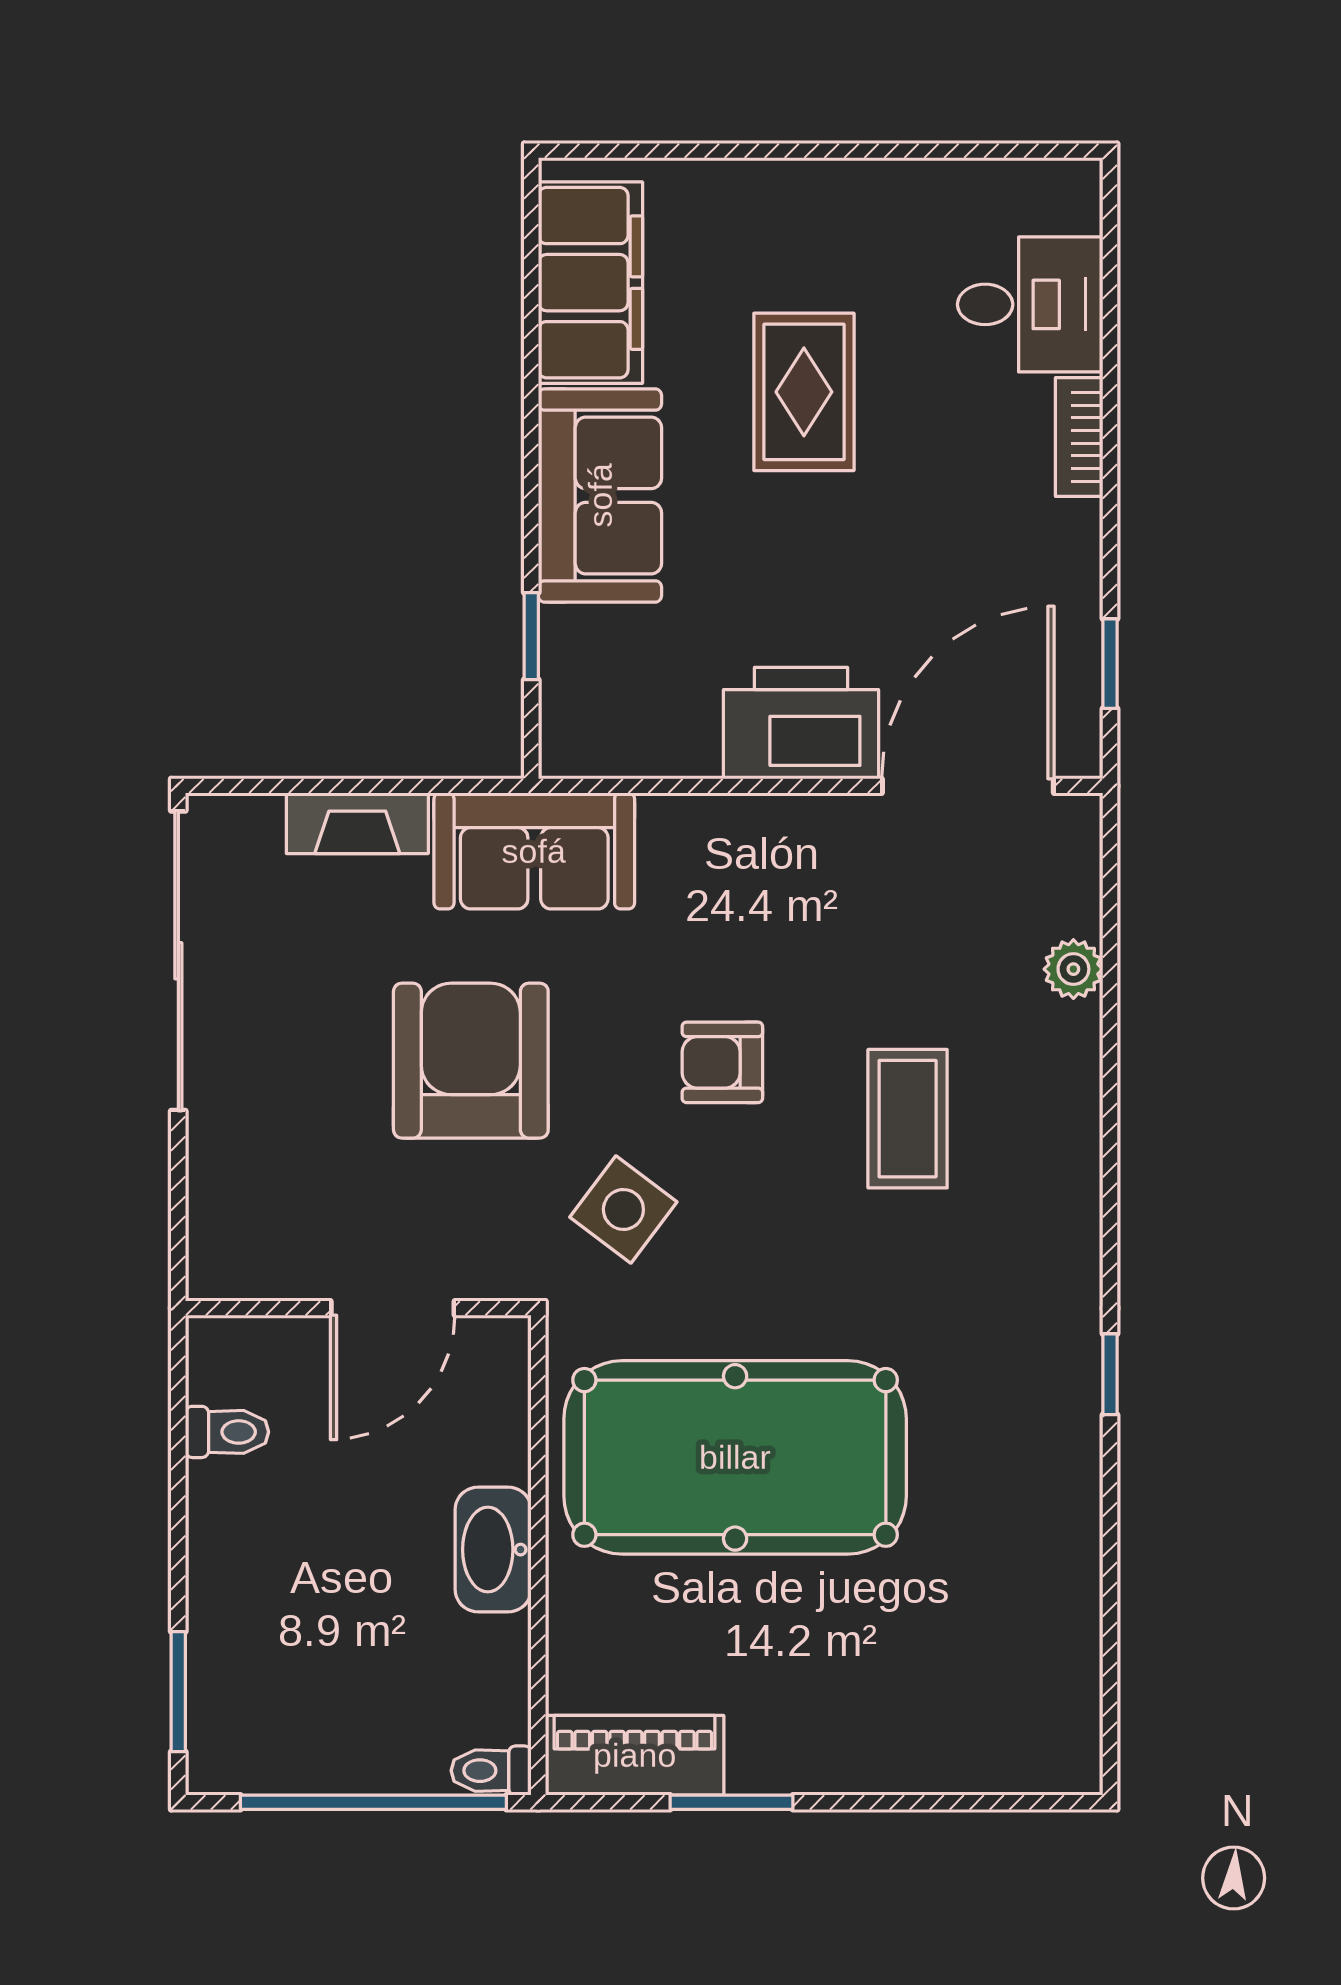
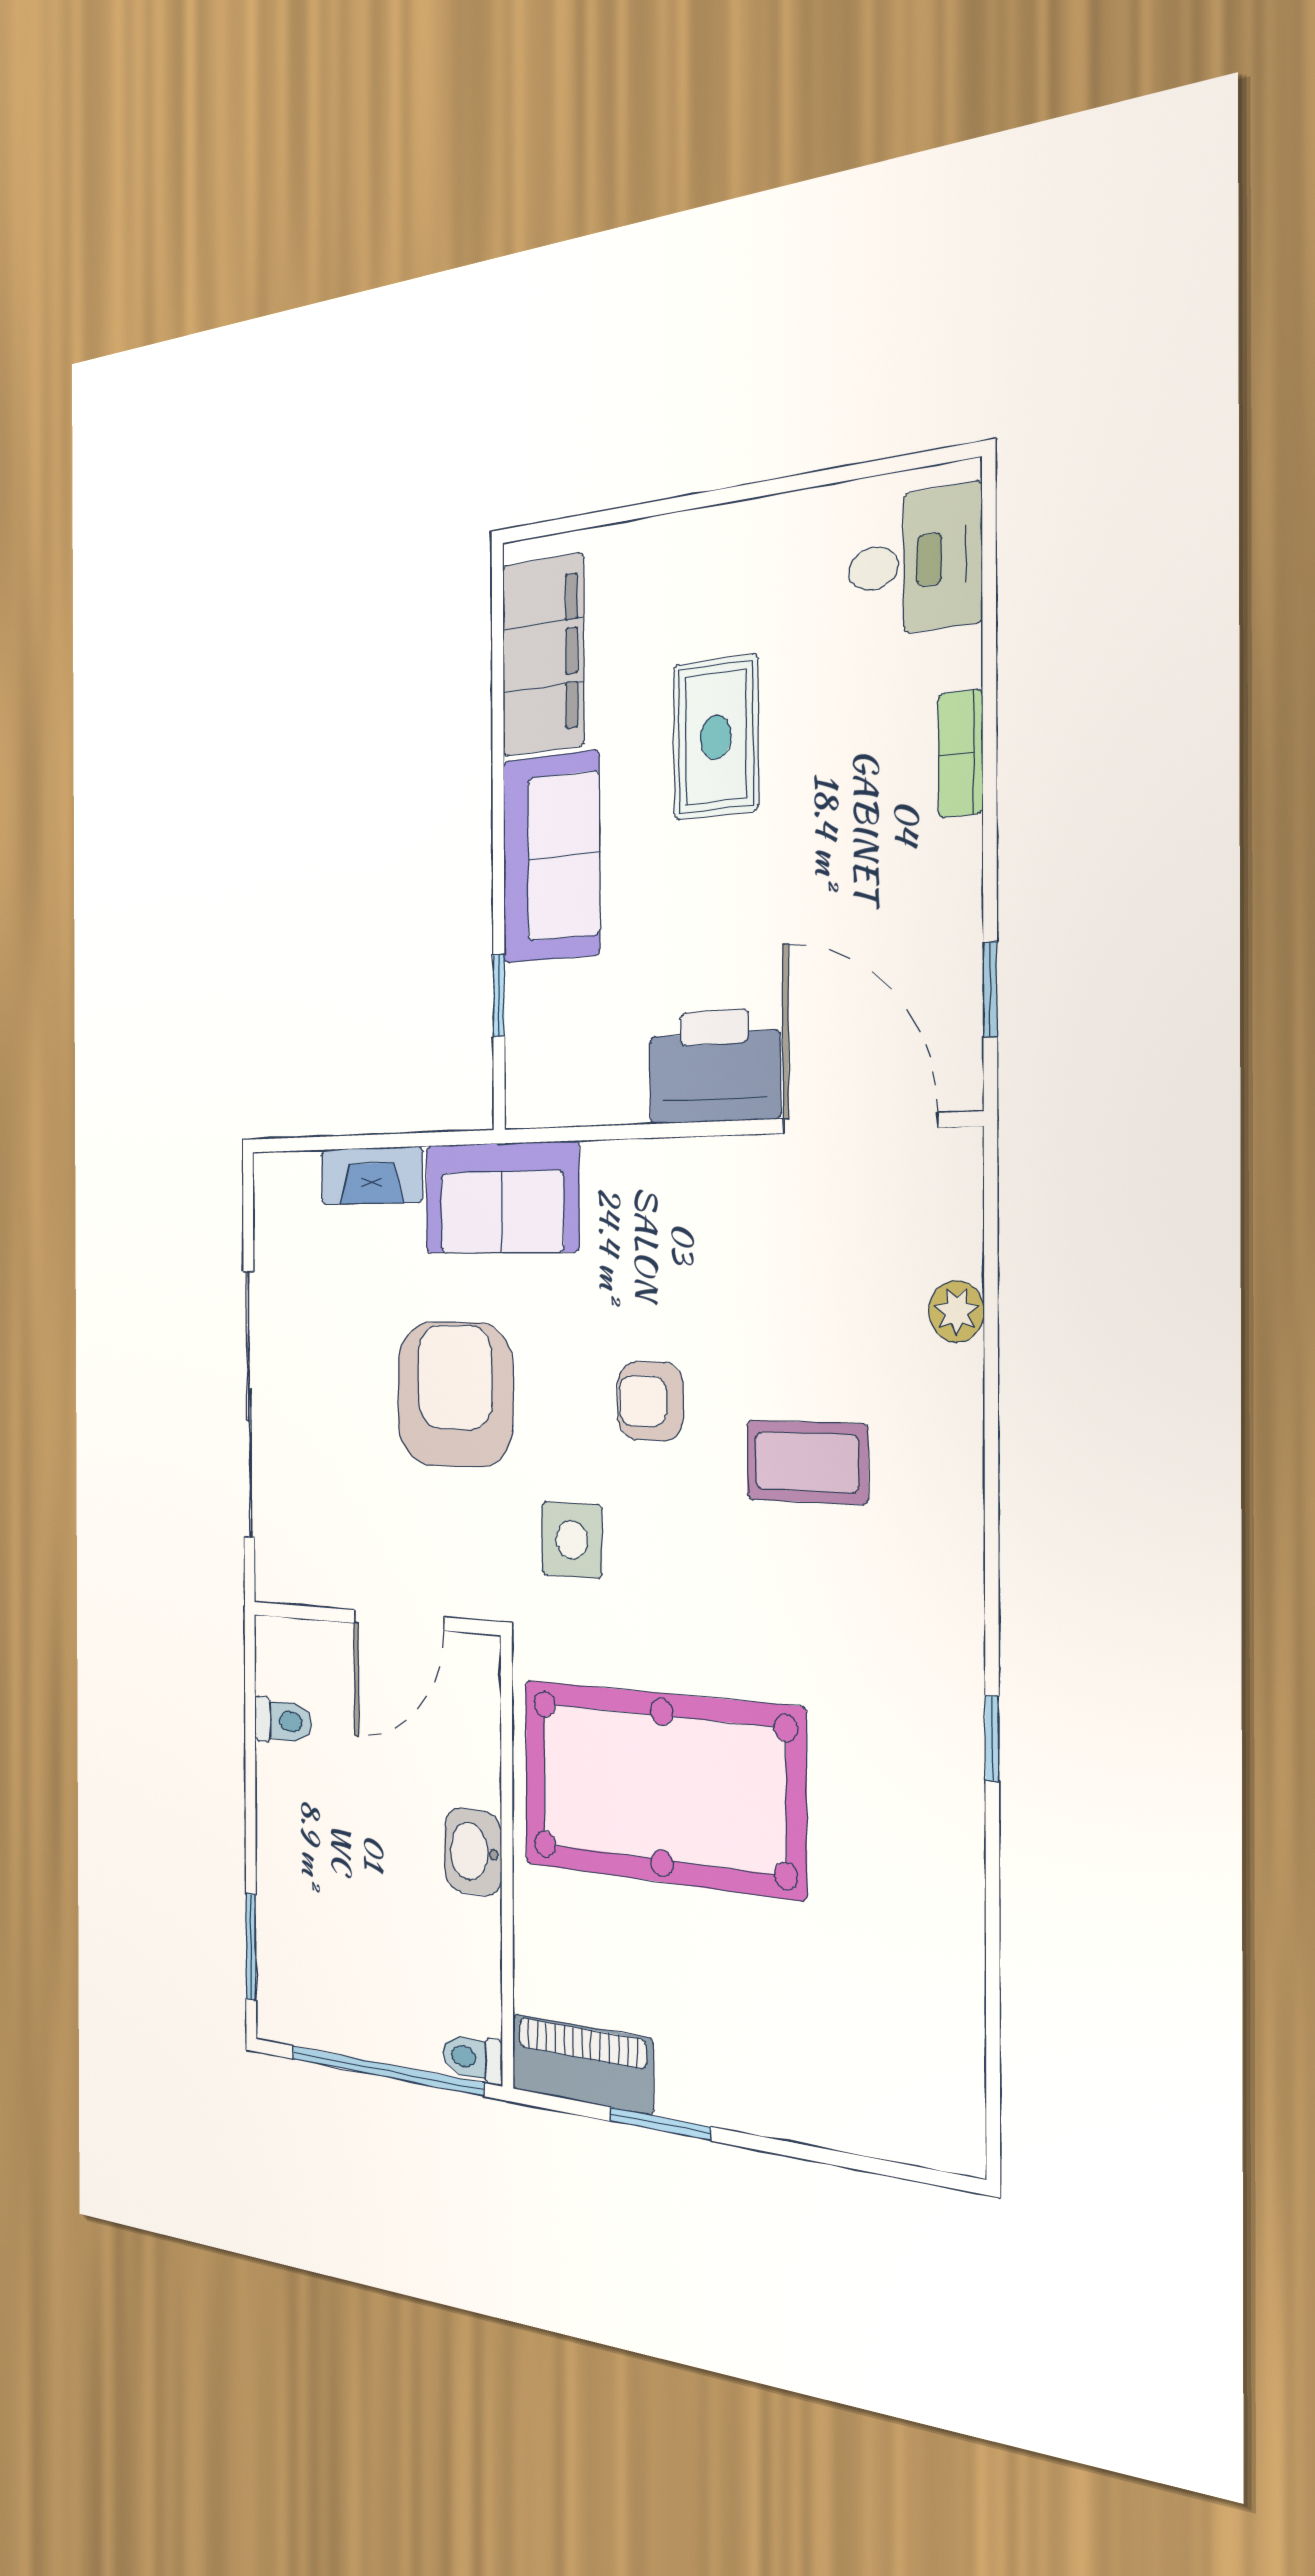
desk: (1030, 304) -> (914, 562), moved
door: (968, 786) -> (859, 1123), hinge flipped
sliding door: (178, 961) -> (249, 1404), moved
coffee table: (908, 1119) -> (807, 1462), turned 90
side table: (623, 1210) -> (572, 1540), turned -37
washbasin: (493, 1550) -> (473, 1852), width x0.72

